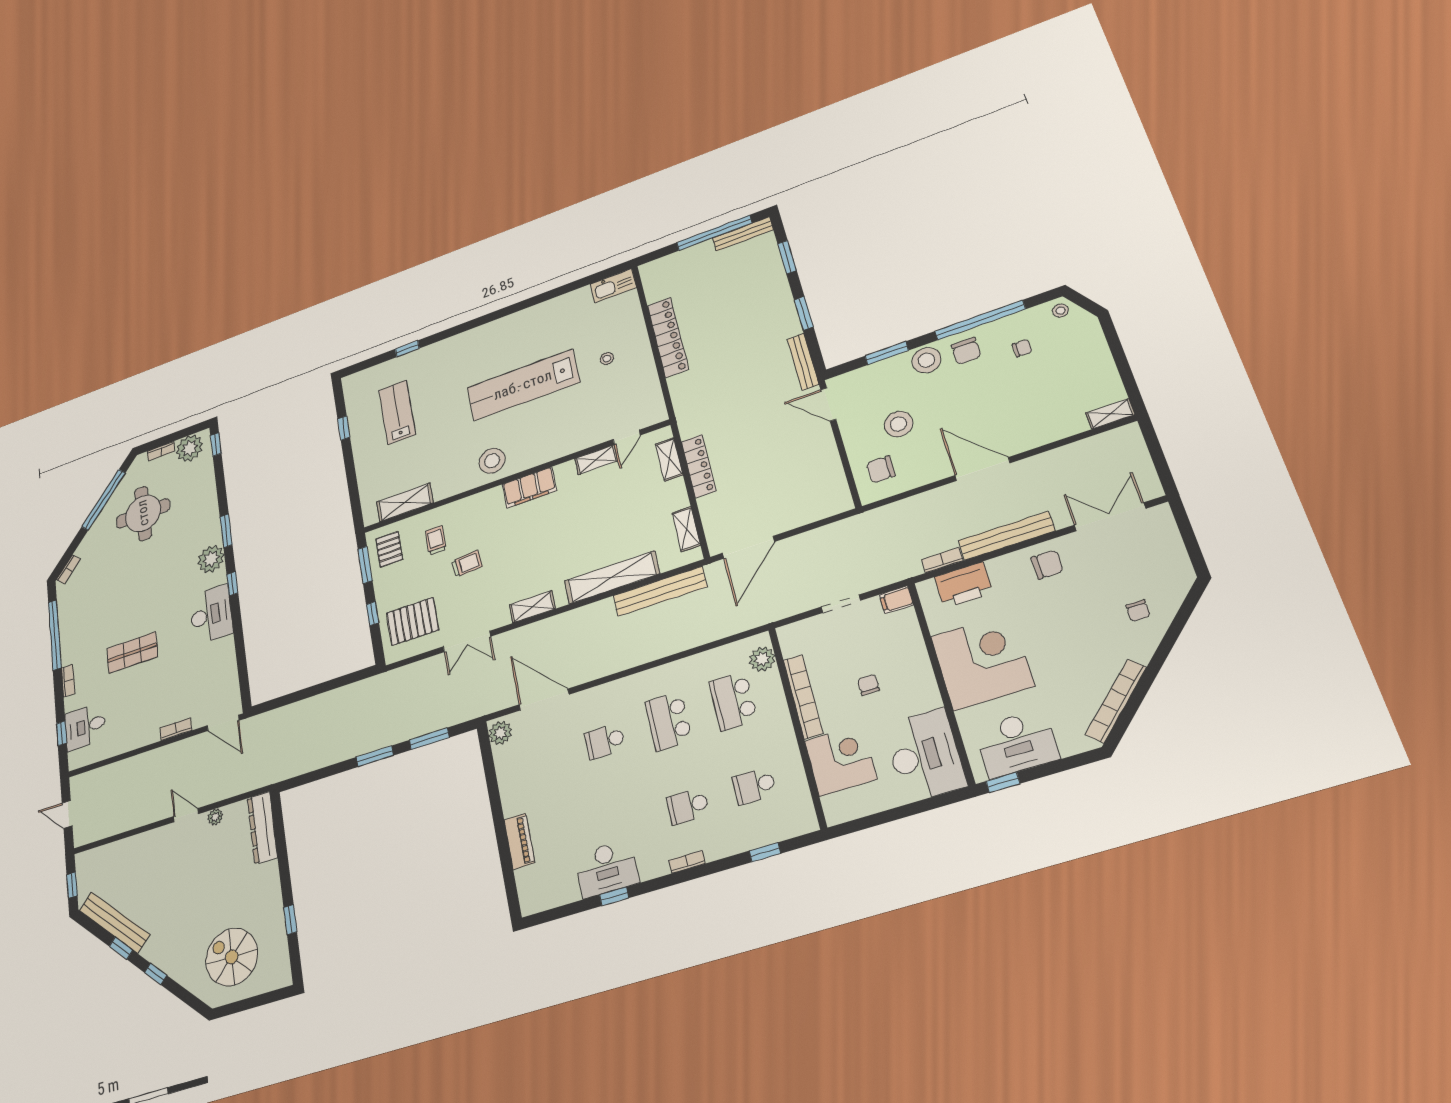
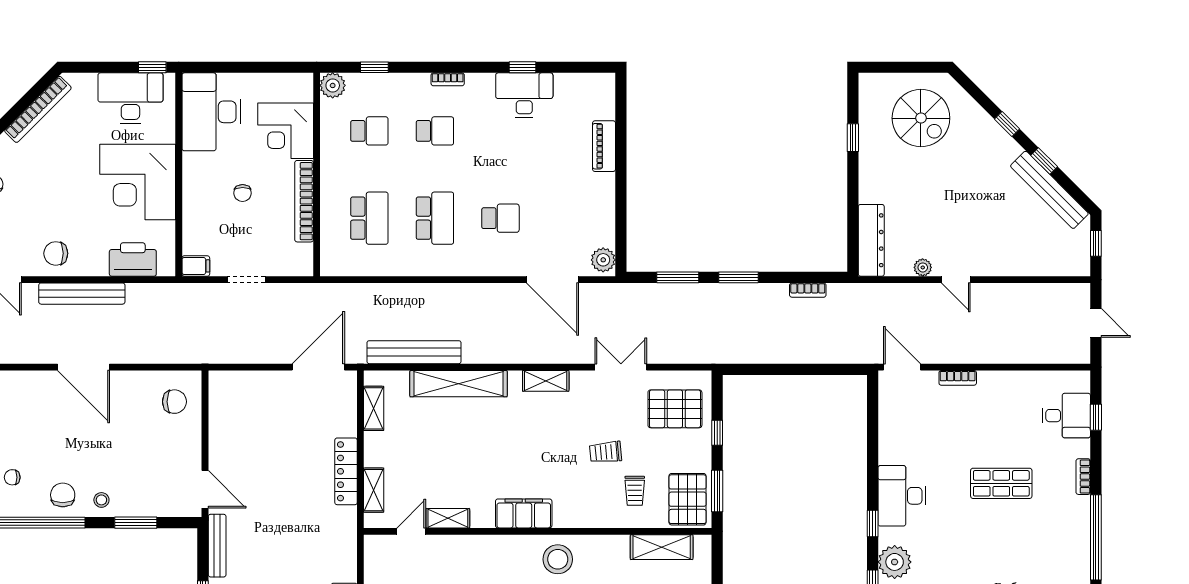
stool: (926, 360) -> (101, 500), width x0.53, depth x0.53
stool: (899, 424) -> (145, 443), removed
pallet: (389, 549) -> (688, 499), width x1.50, depth x1.42
bookcase: (942, 560) -> (808, 290), moved
plant: (762, 659) -> (333, 85), moved

